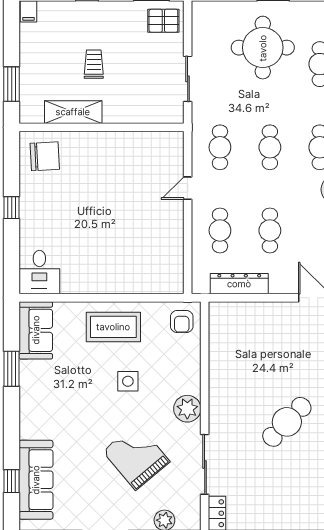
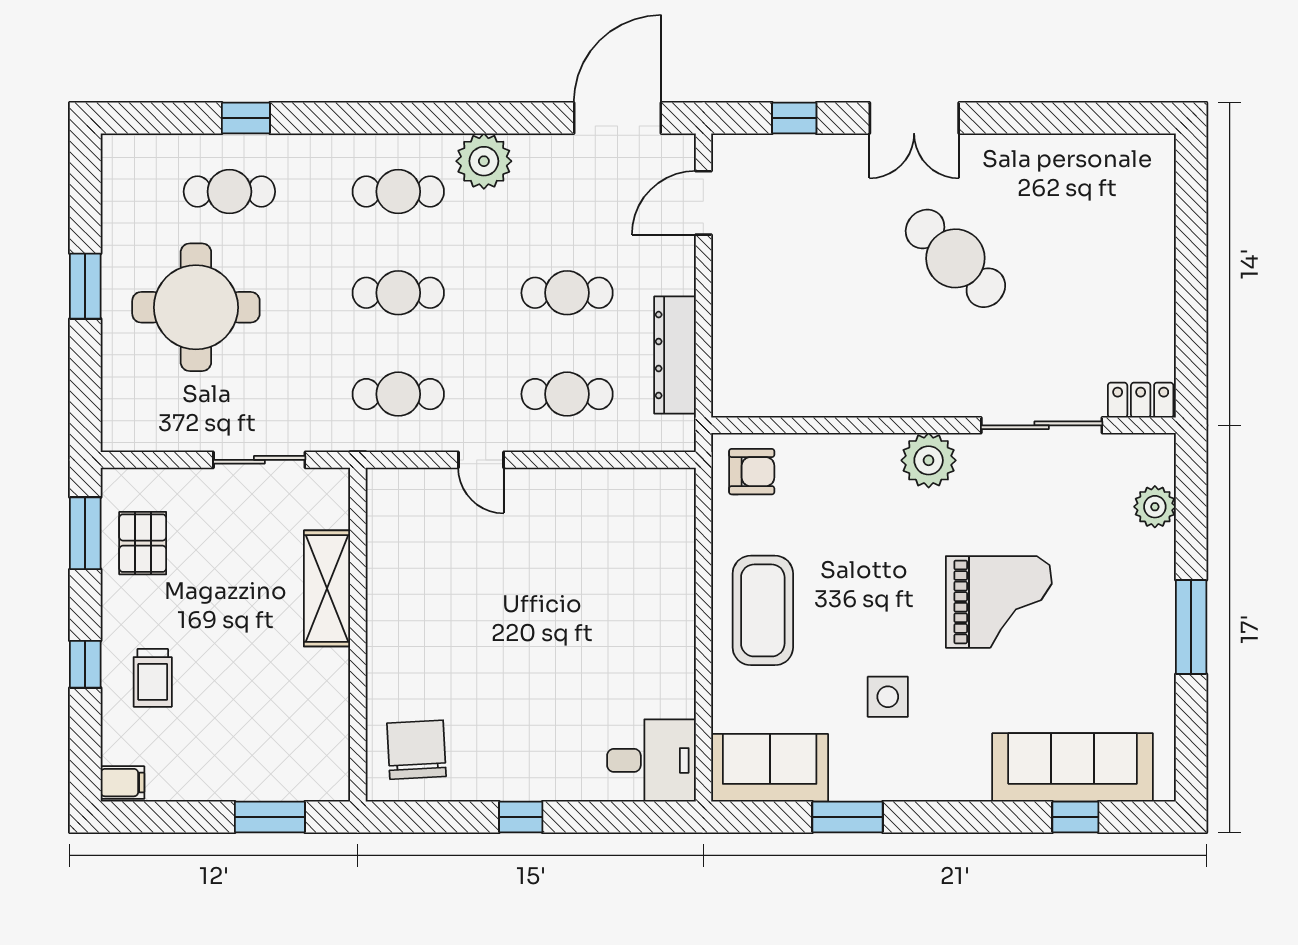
pallet: (163, 21) -> (143, 543), moved
trolley: (94, 64) -> (153, 678), moved, turned -90
shelving: (73, 112) -> (327, 588), moved
side table: (128, 381) -> (888, 697), moved
grand piano: (136, 456) -> (999, 602), moved, turned -140

